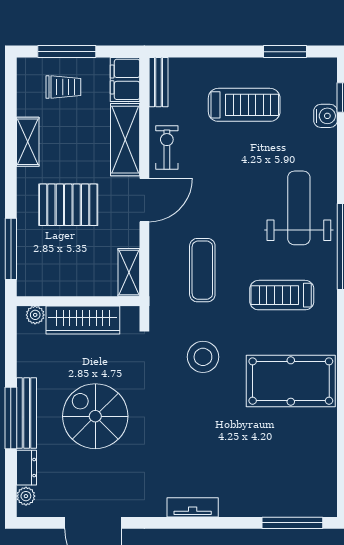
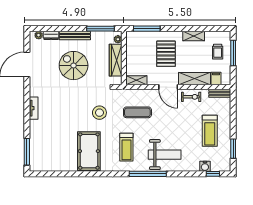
filing cabinet: (125, 79) -> (216, 79), width x0.50
treadmill: (282, 295) -> (126, 147), turned 180
spiral stairs: (95, 416) -> (74, 66), turned -90
window: (11, 418) -> (101, 29), moved

